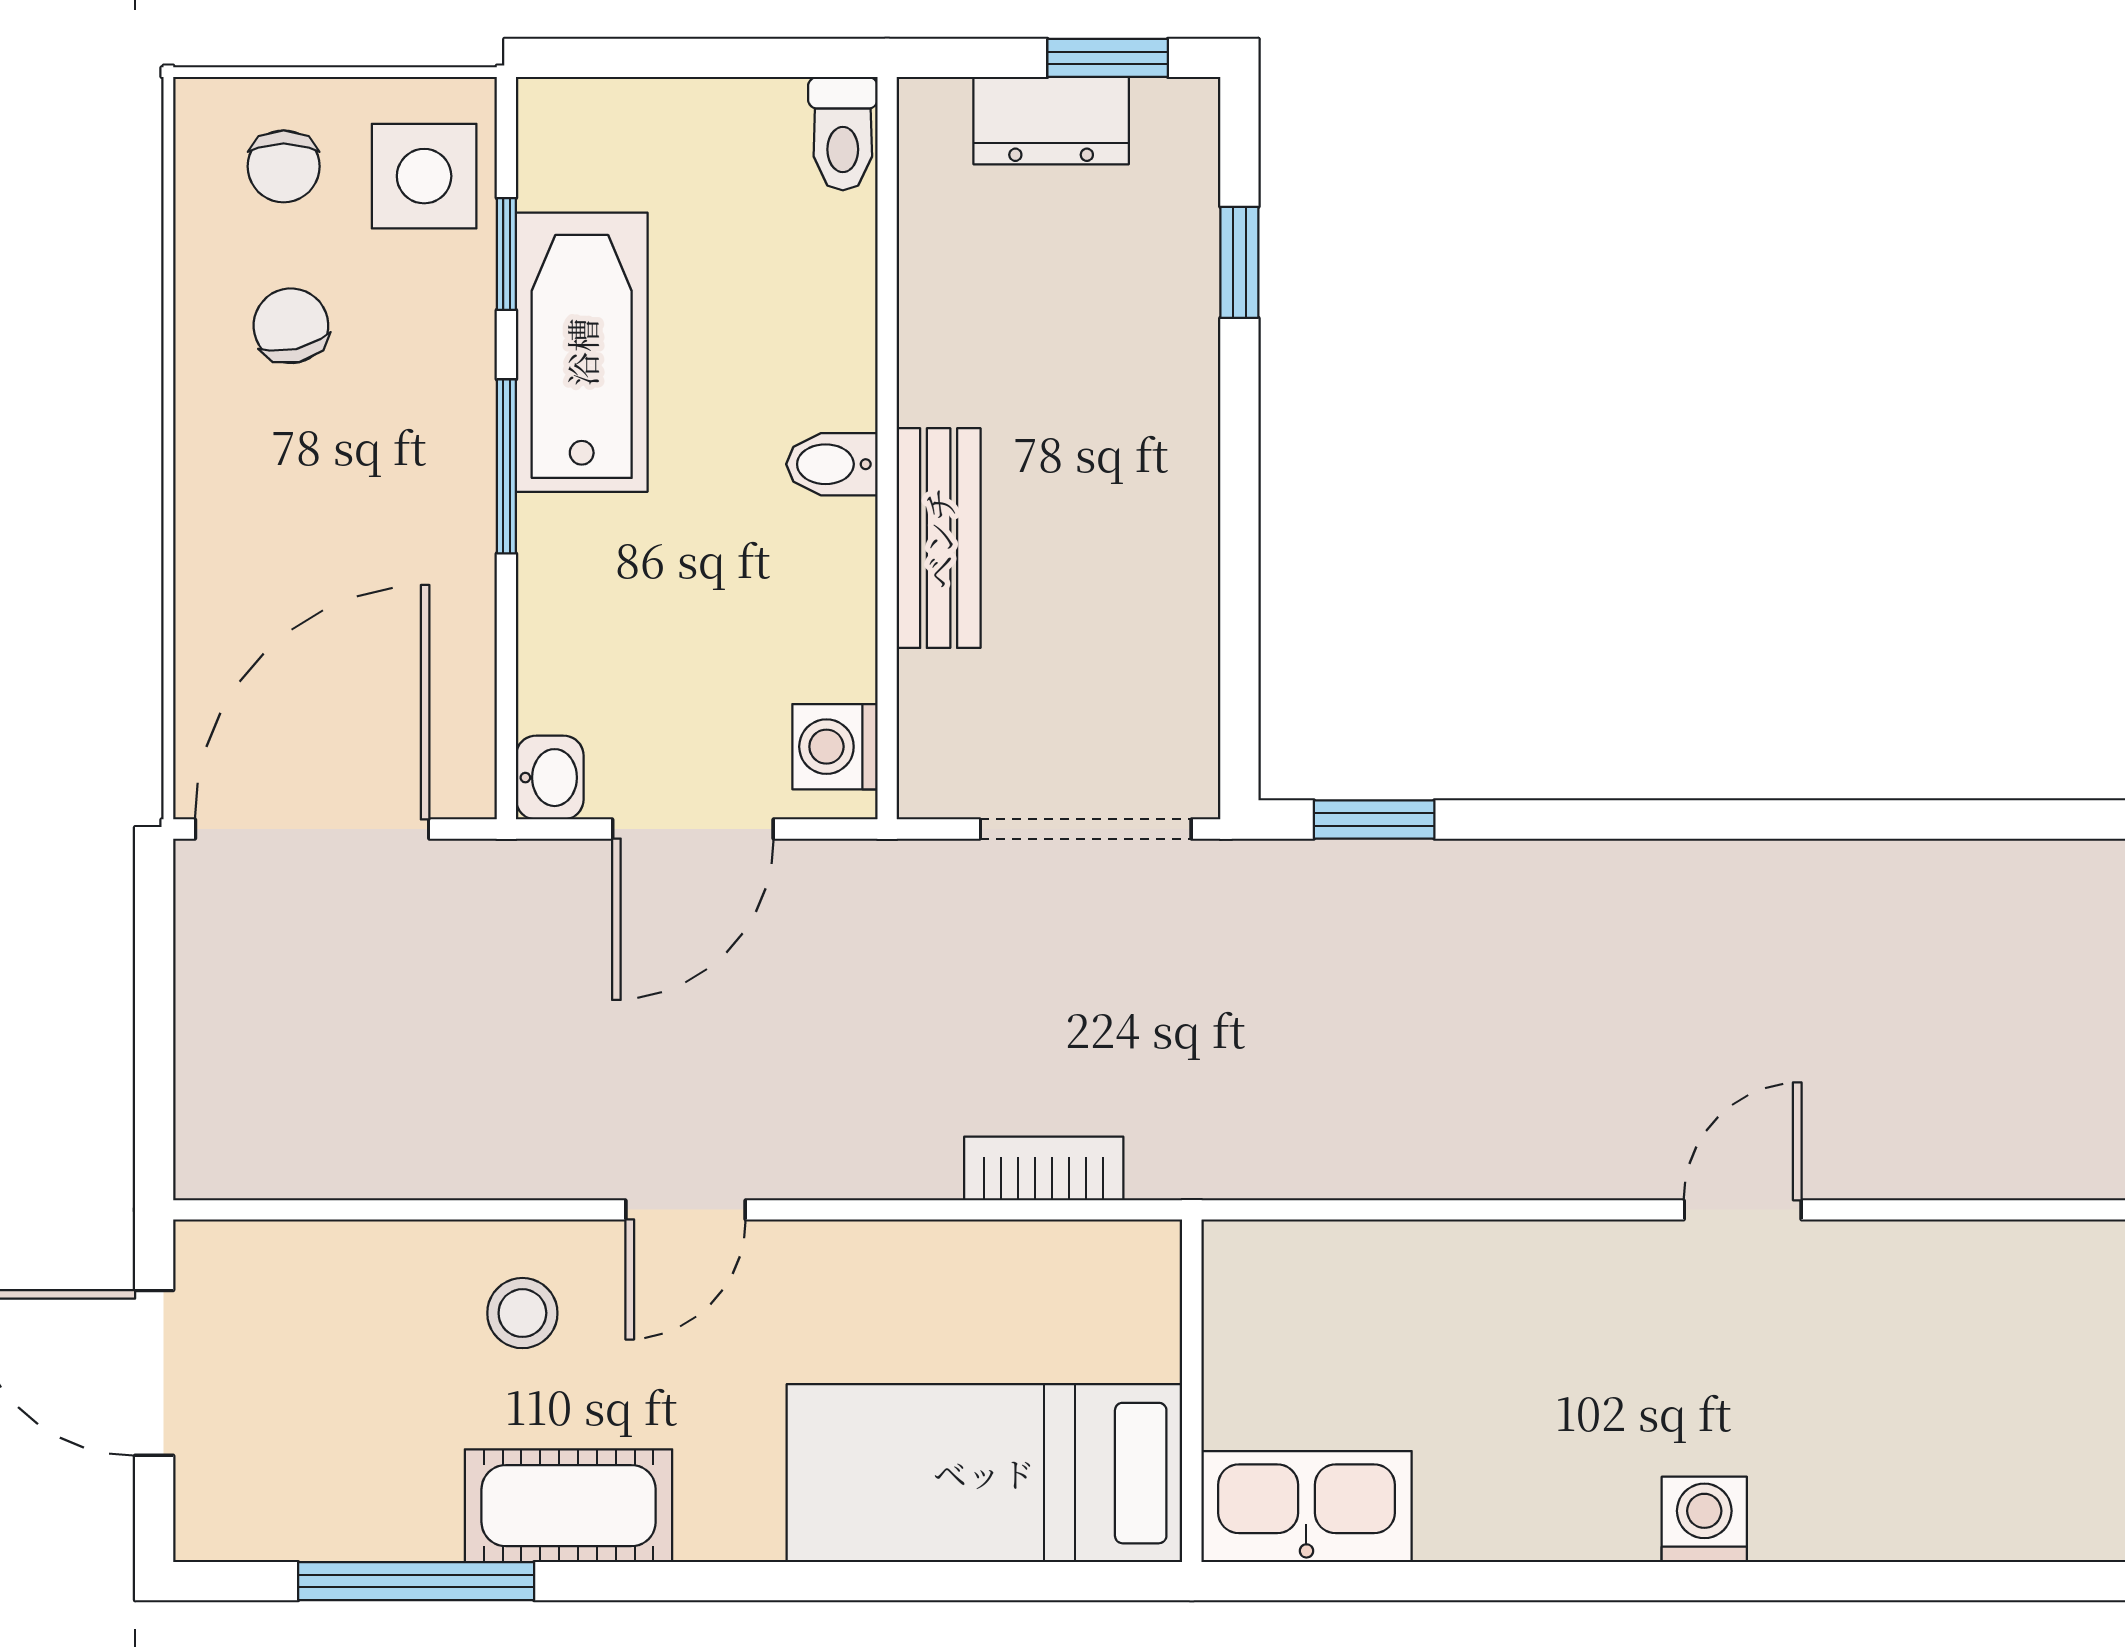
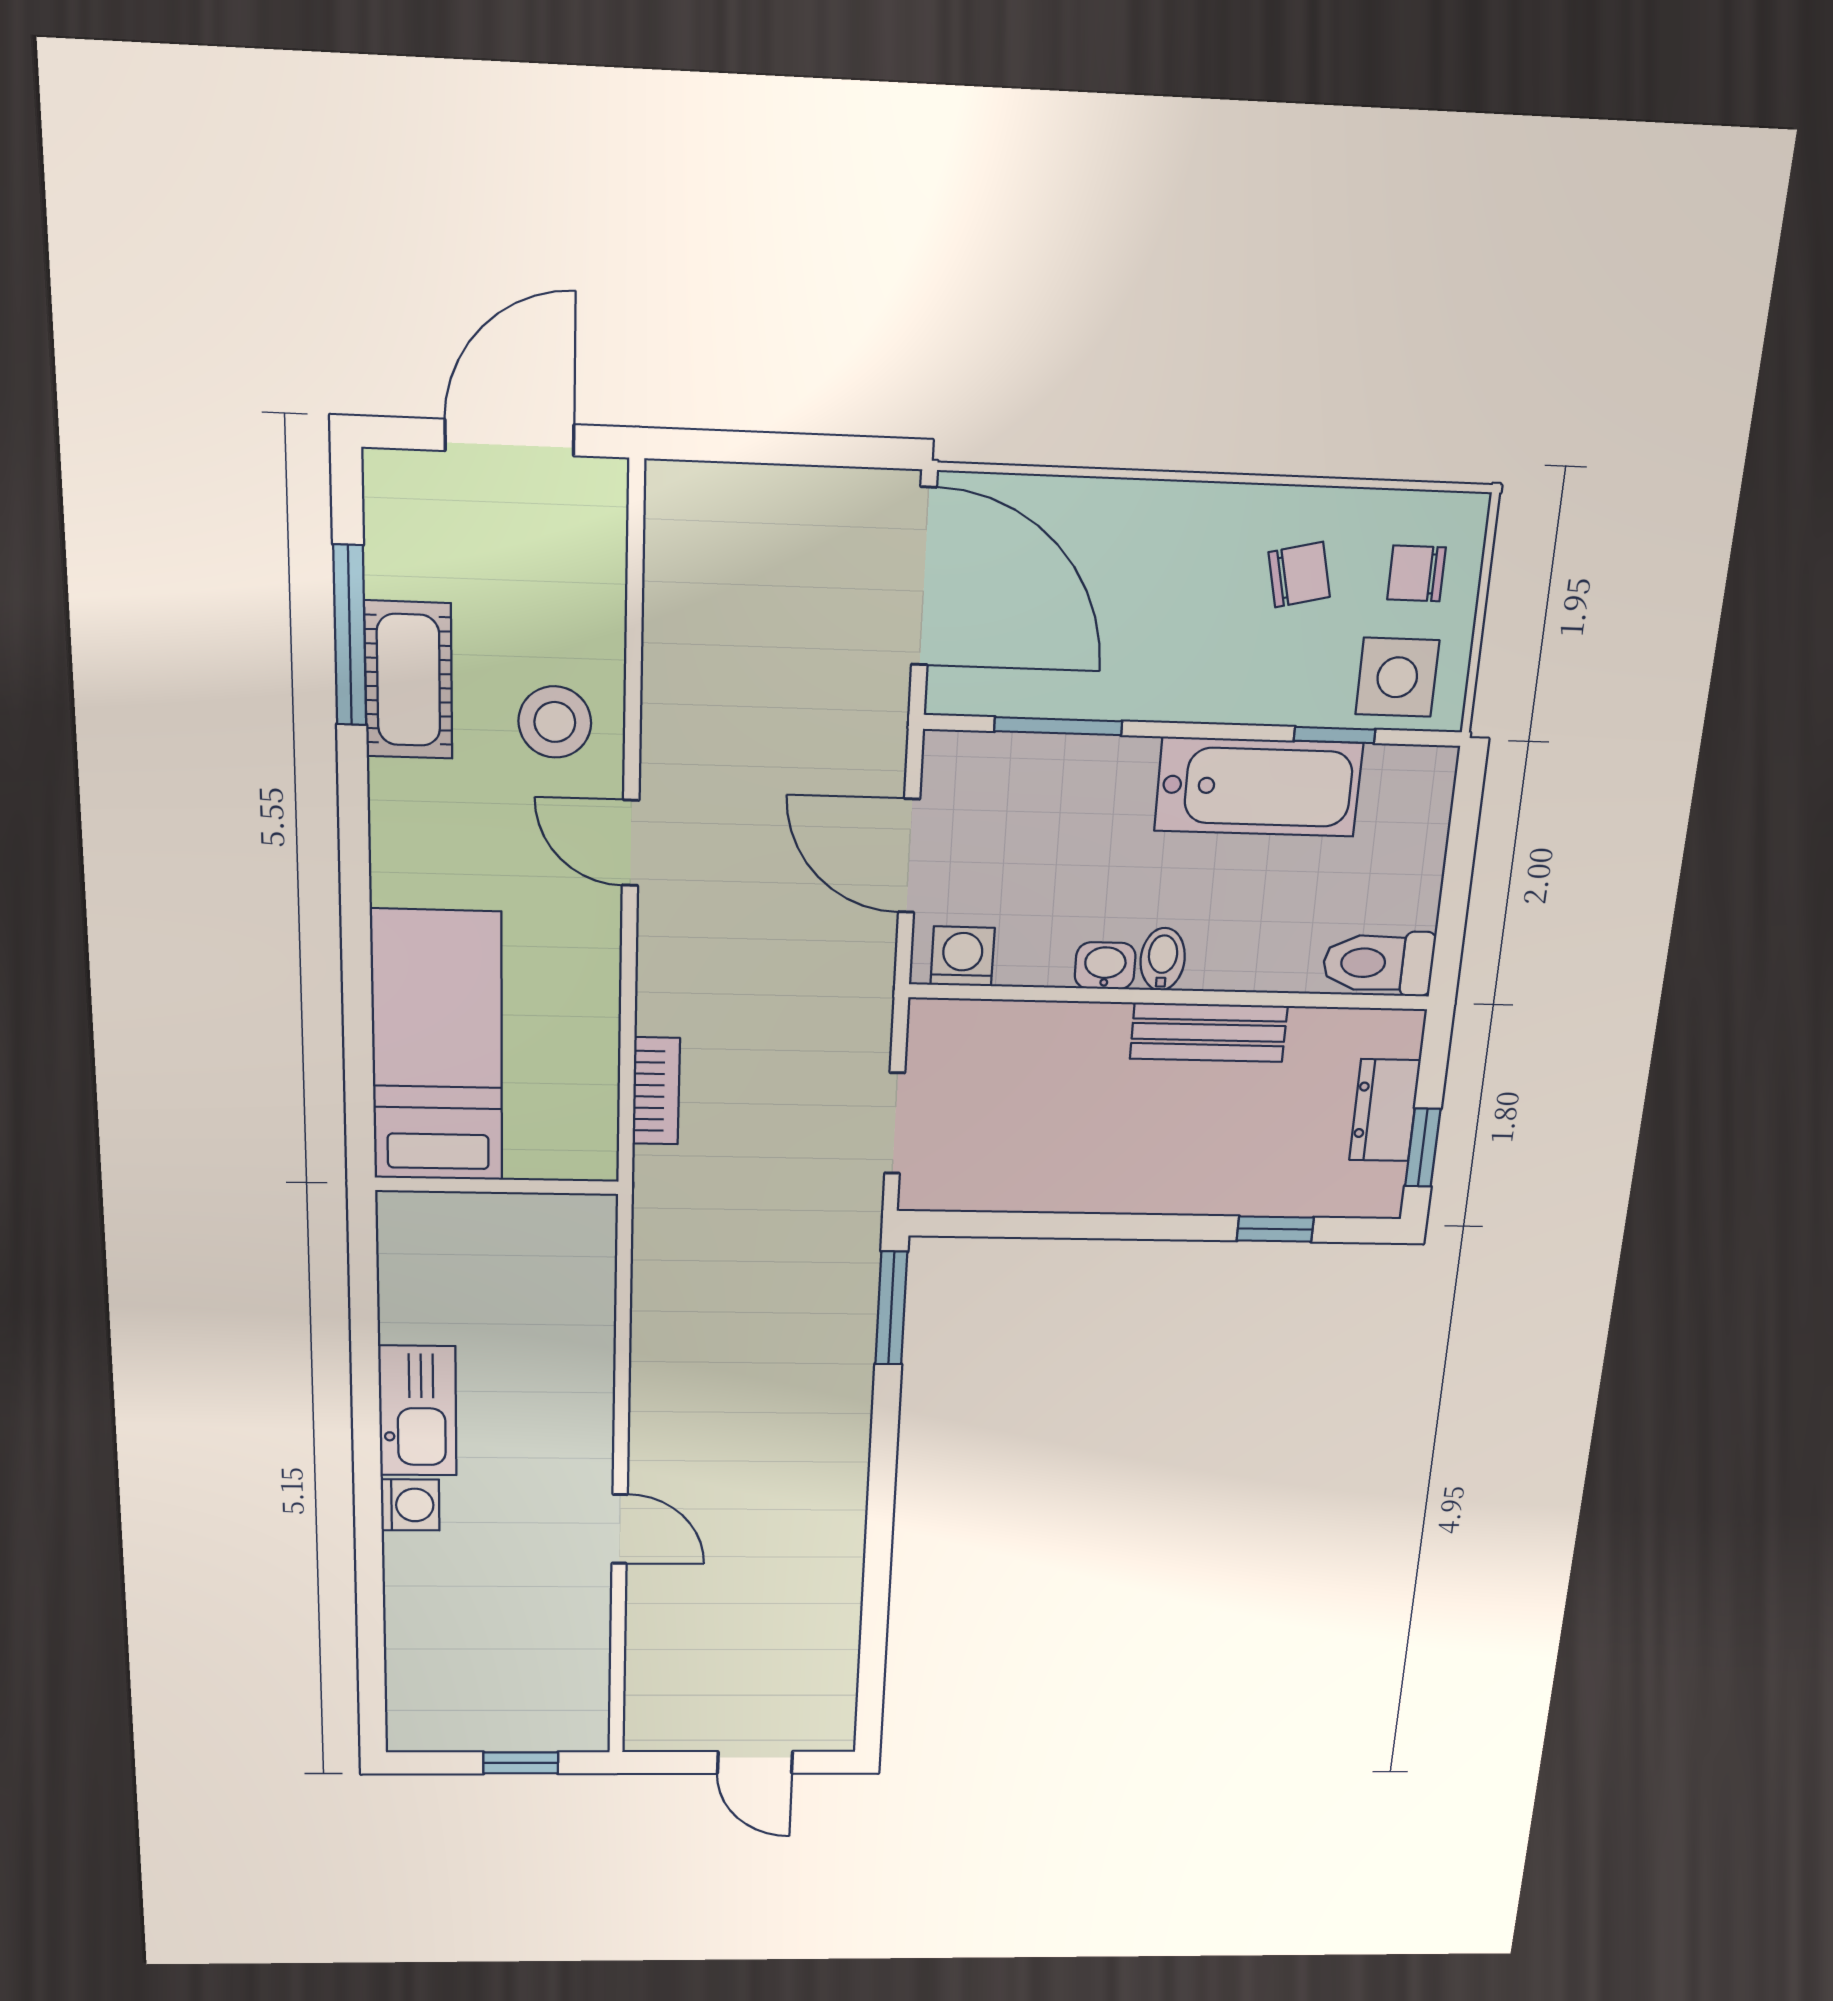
toilet: (843, 134) -> (1378, 963), width x1.37, depth x1.39
window: (506, 466) -> (1058, 726), moved
bench: (939, 538) -> (1209, 1032), moved
washbasin: (550, 778) -> (1105, 966), moved, turned 180
window: (1374, 819) -> (891, 1308), width x1.50
doorway: (1086, 829) -> (895, 1123), width x0.73
stool: (522, 1313) -> (555, 722), width x1.37, depth x1.37
cot: (569, 1506) -> (408, 680), moved
kitchen sink: (1306, 1507) -> (418, 1411), moved

